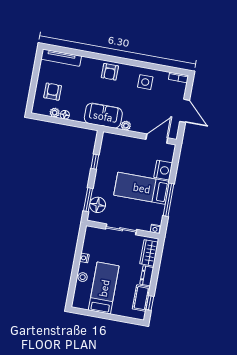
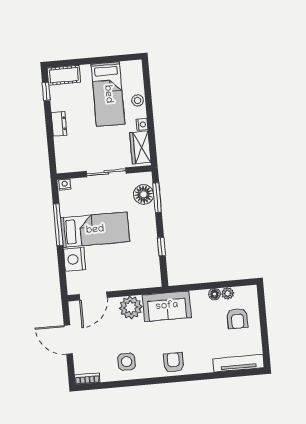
plant: (126, 126) -> (131, 307), width x1.88, depth x1.88
wardrobe: (149, 253) -> (140, 147), moved, turned 180
cot: (141, 298) -> (64, 75), moved, turned 90

